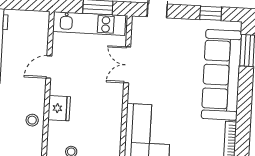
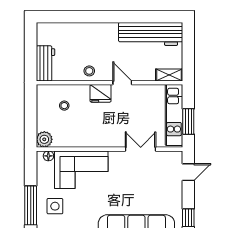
shelving: (42, 27) -> (169, 75), added
door: (49, 67) -> (122, 83), moved

